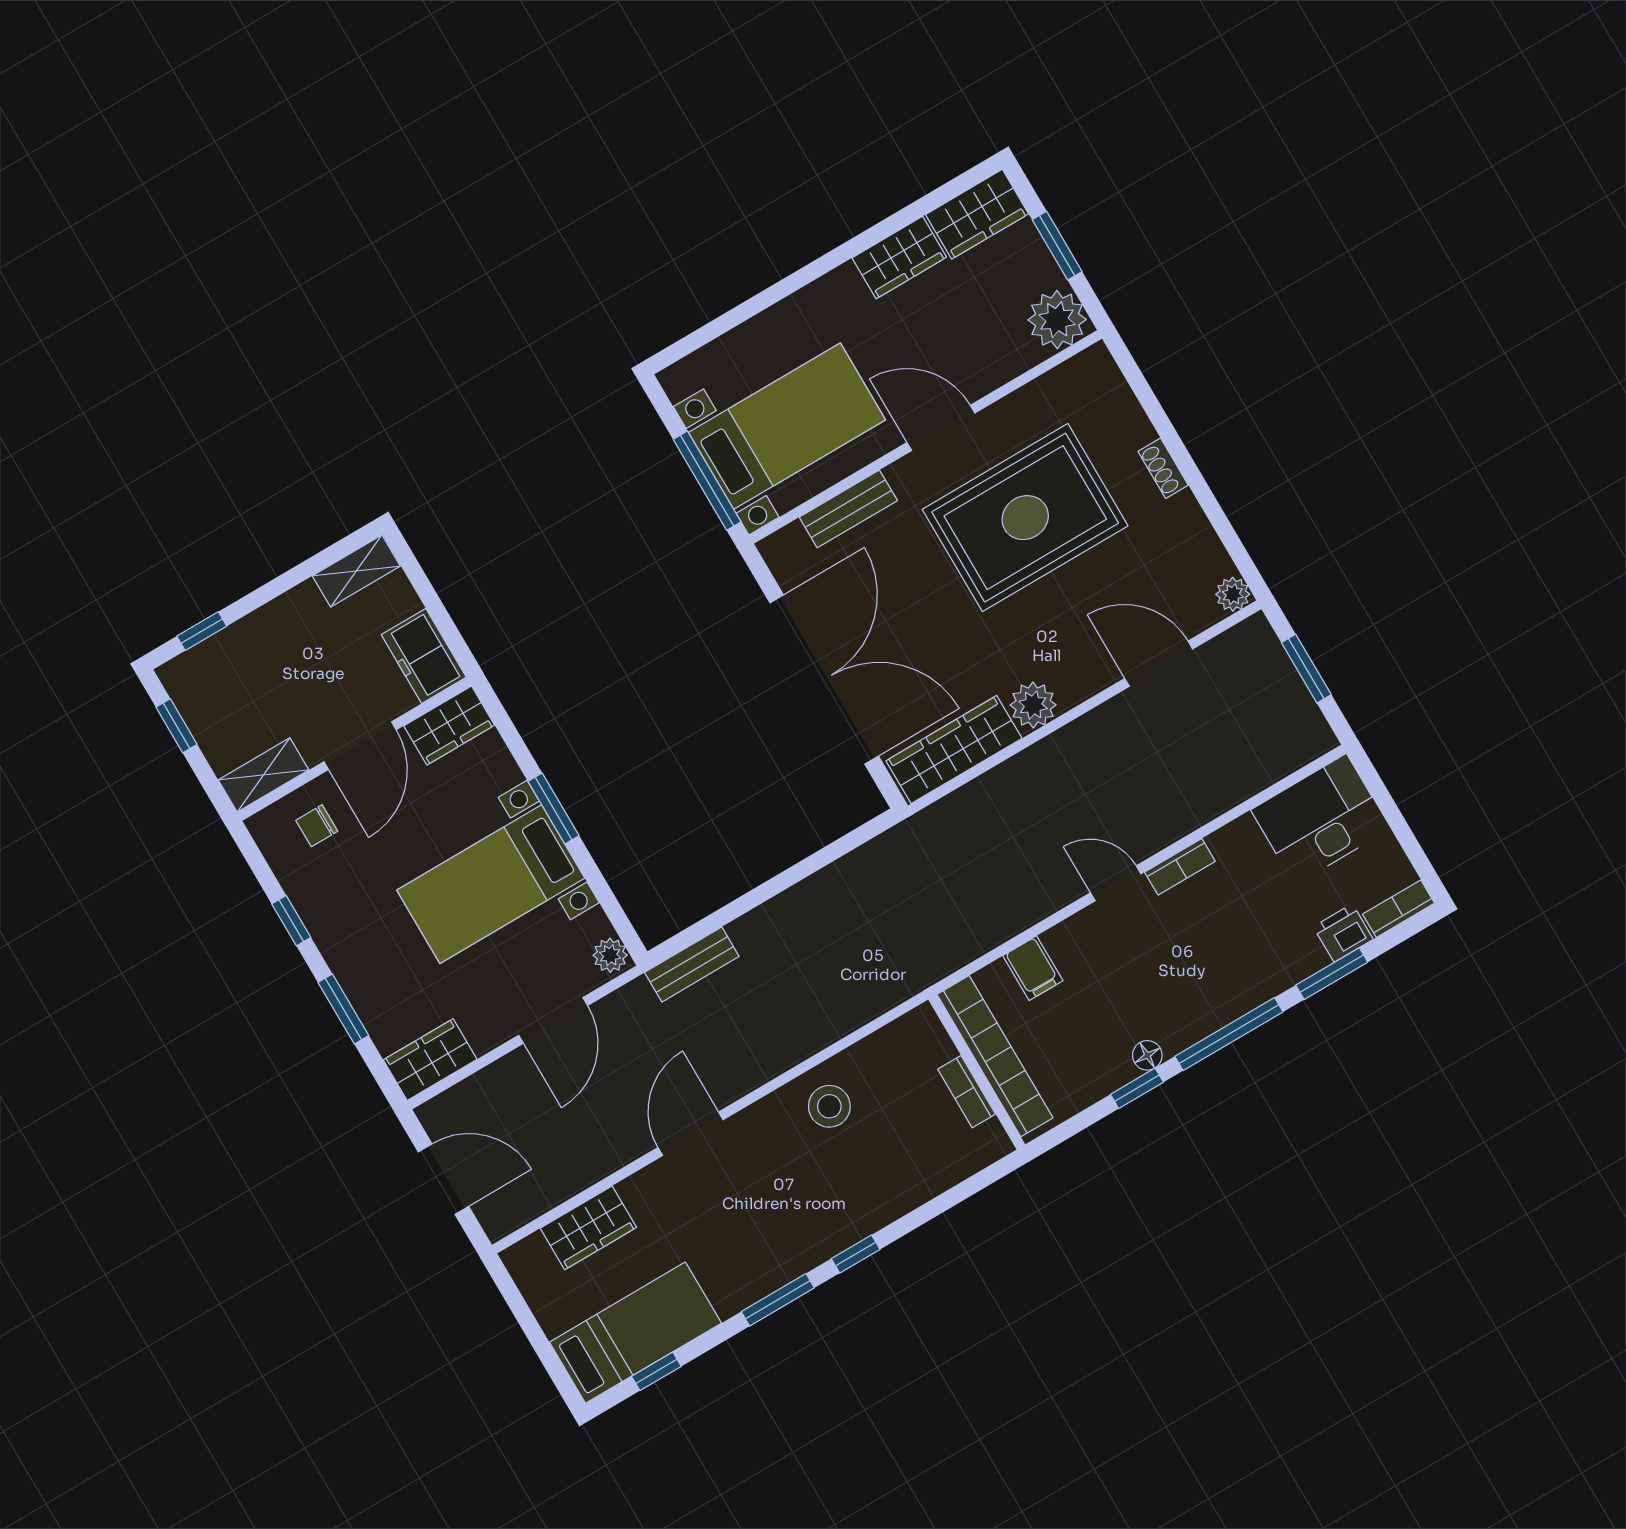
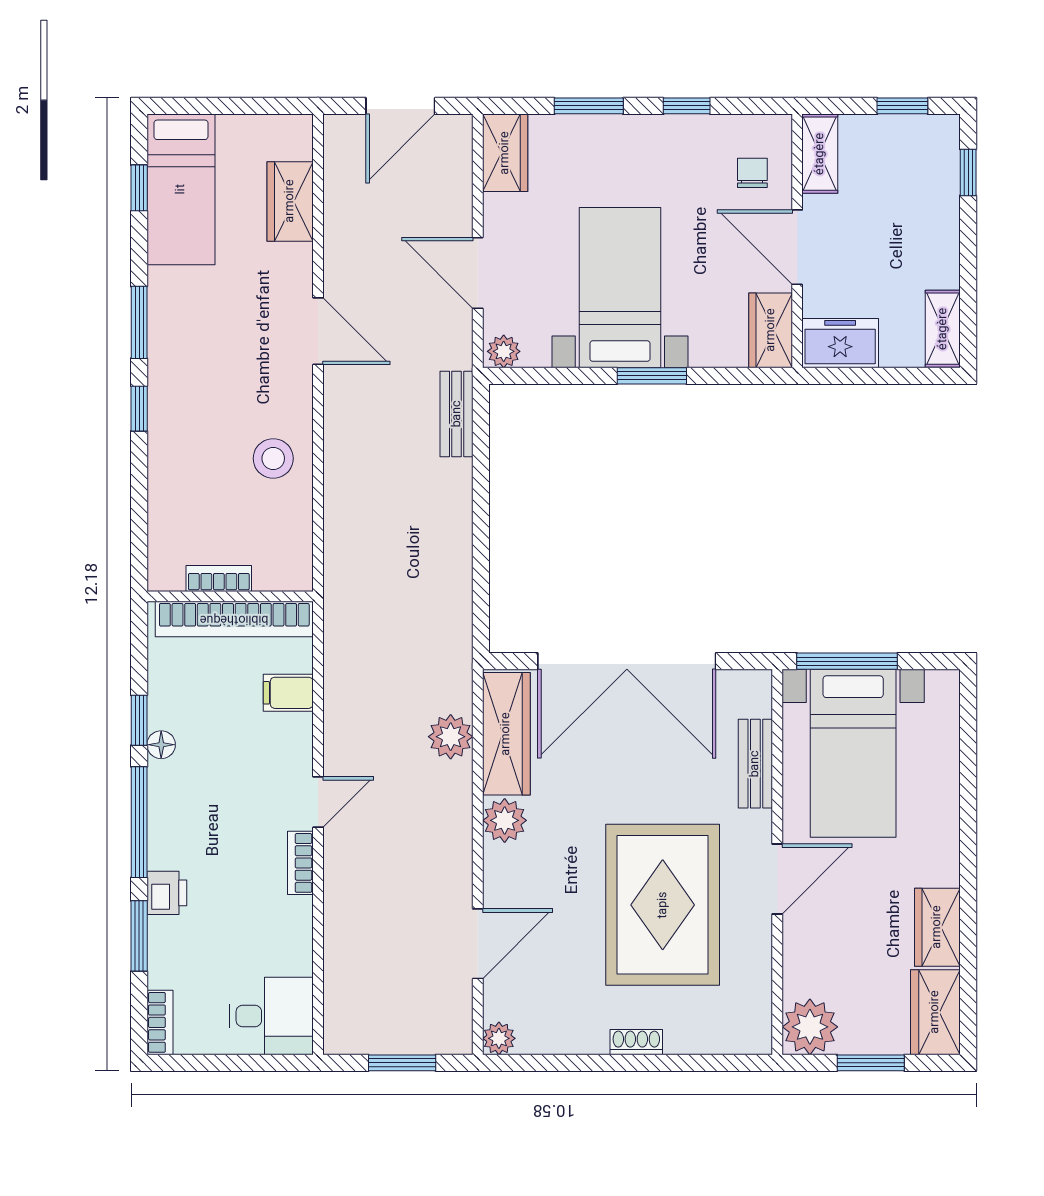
plant: (986, 798) -> (451, 737), added
desk: (1321, 819) -> (271, 1016), width x0.73
printer: (1343, 933) -> (167, 893), moved

